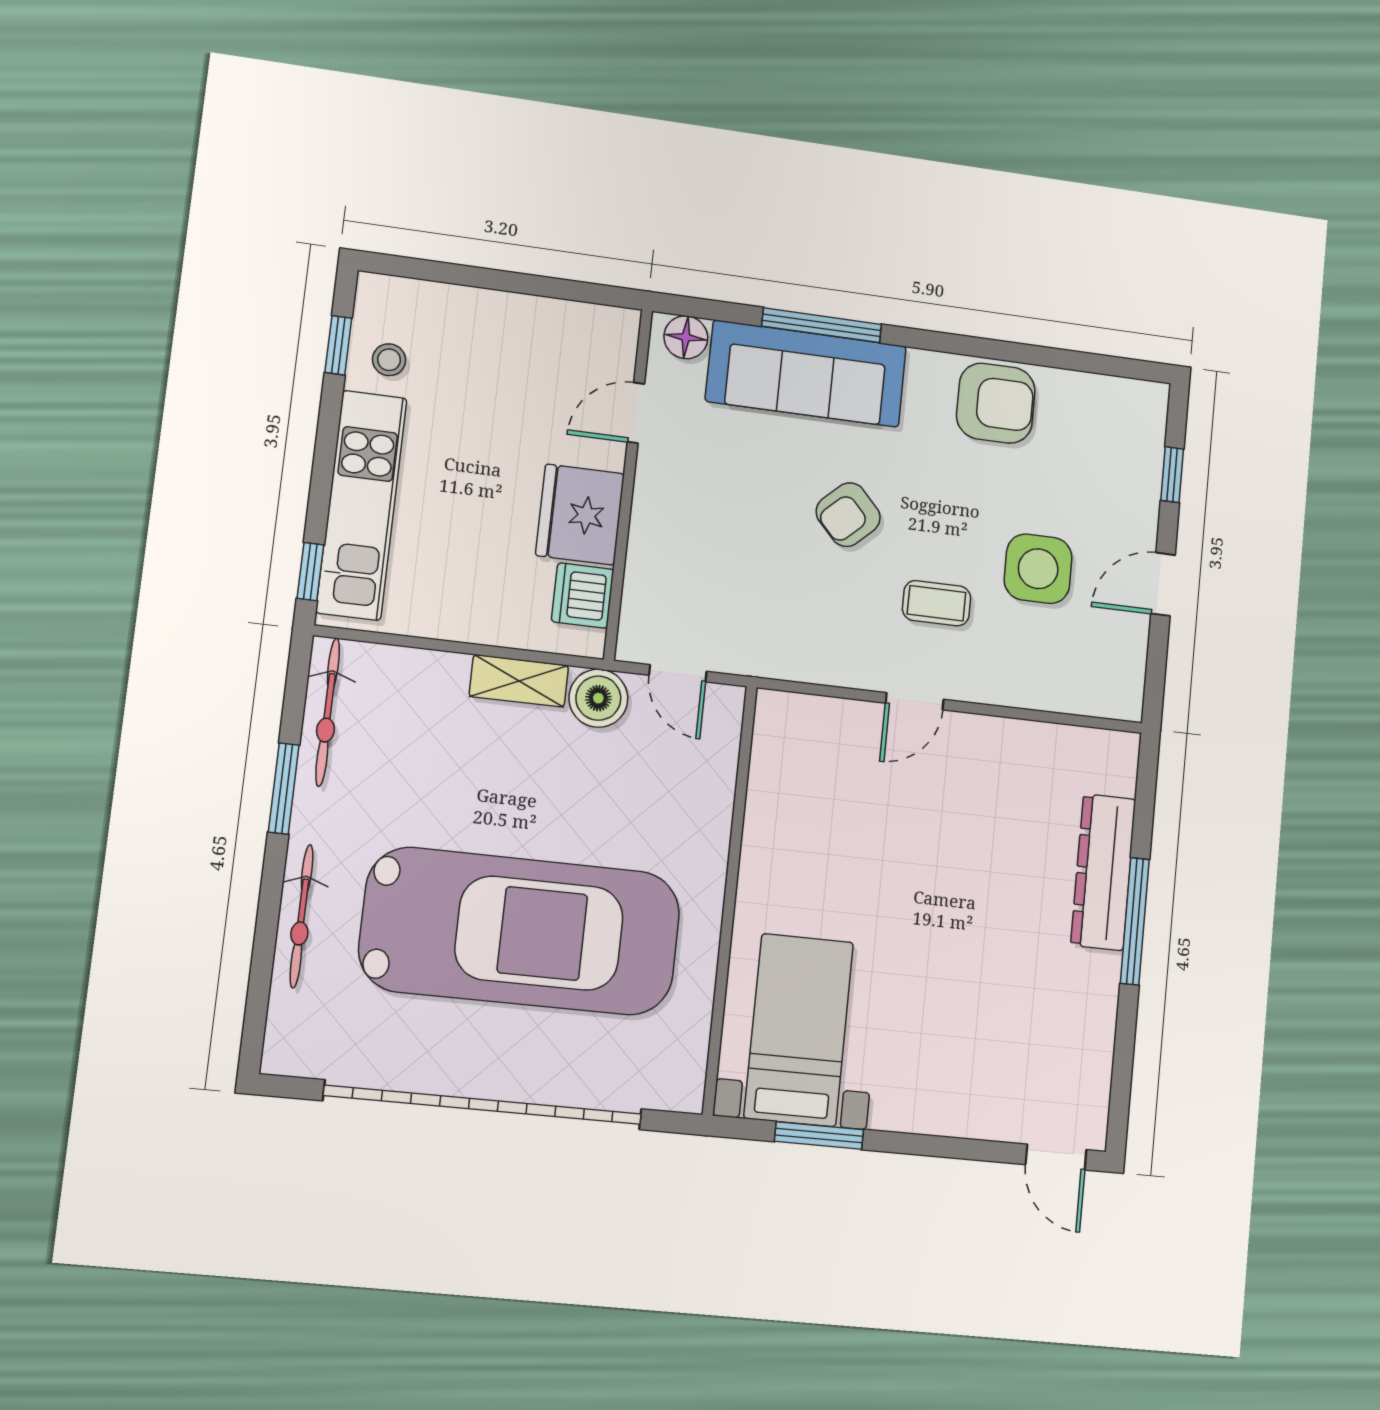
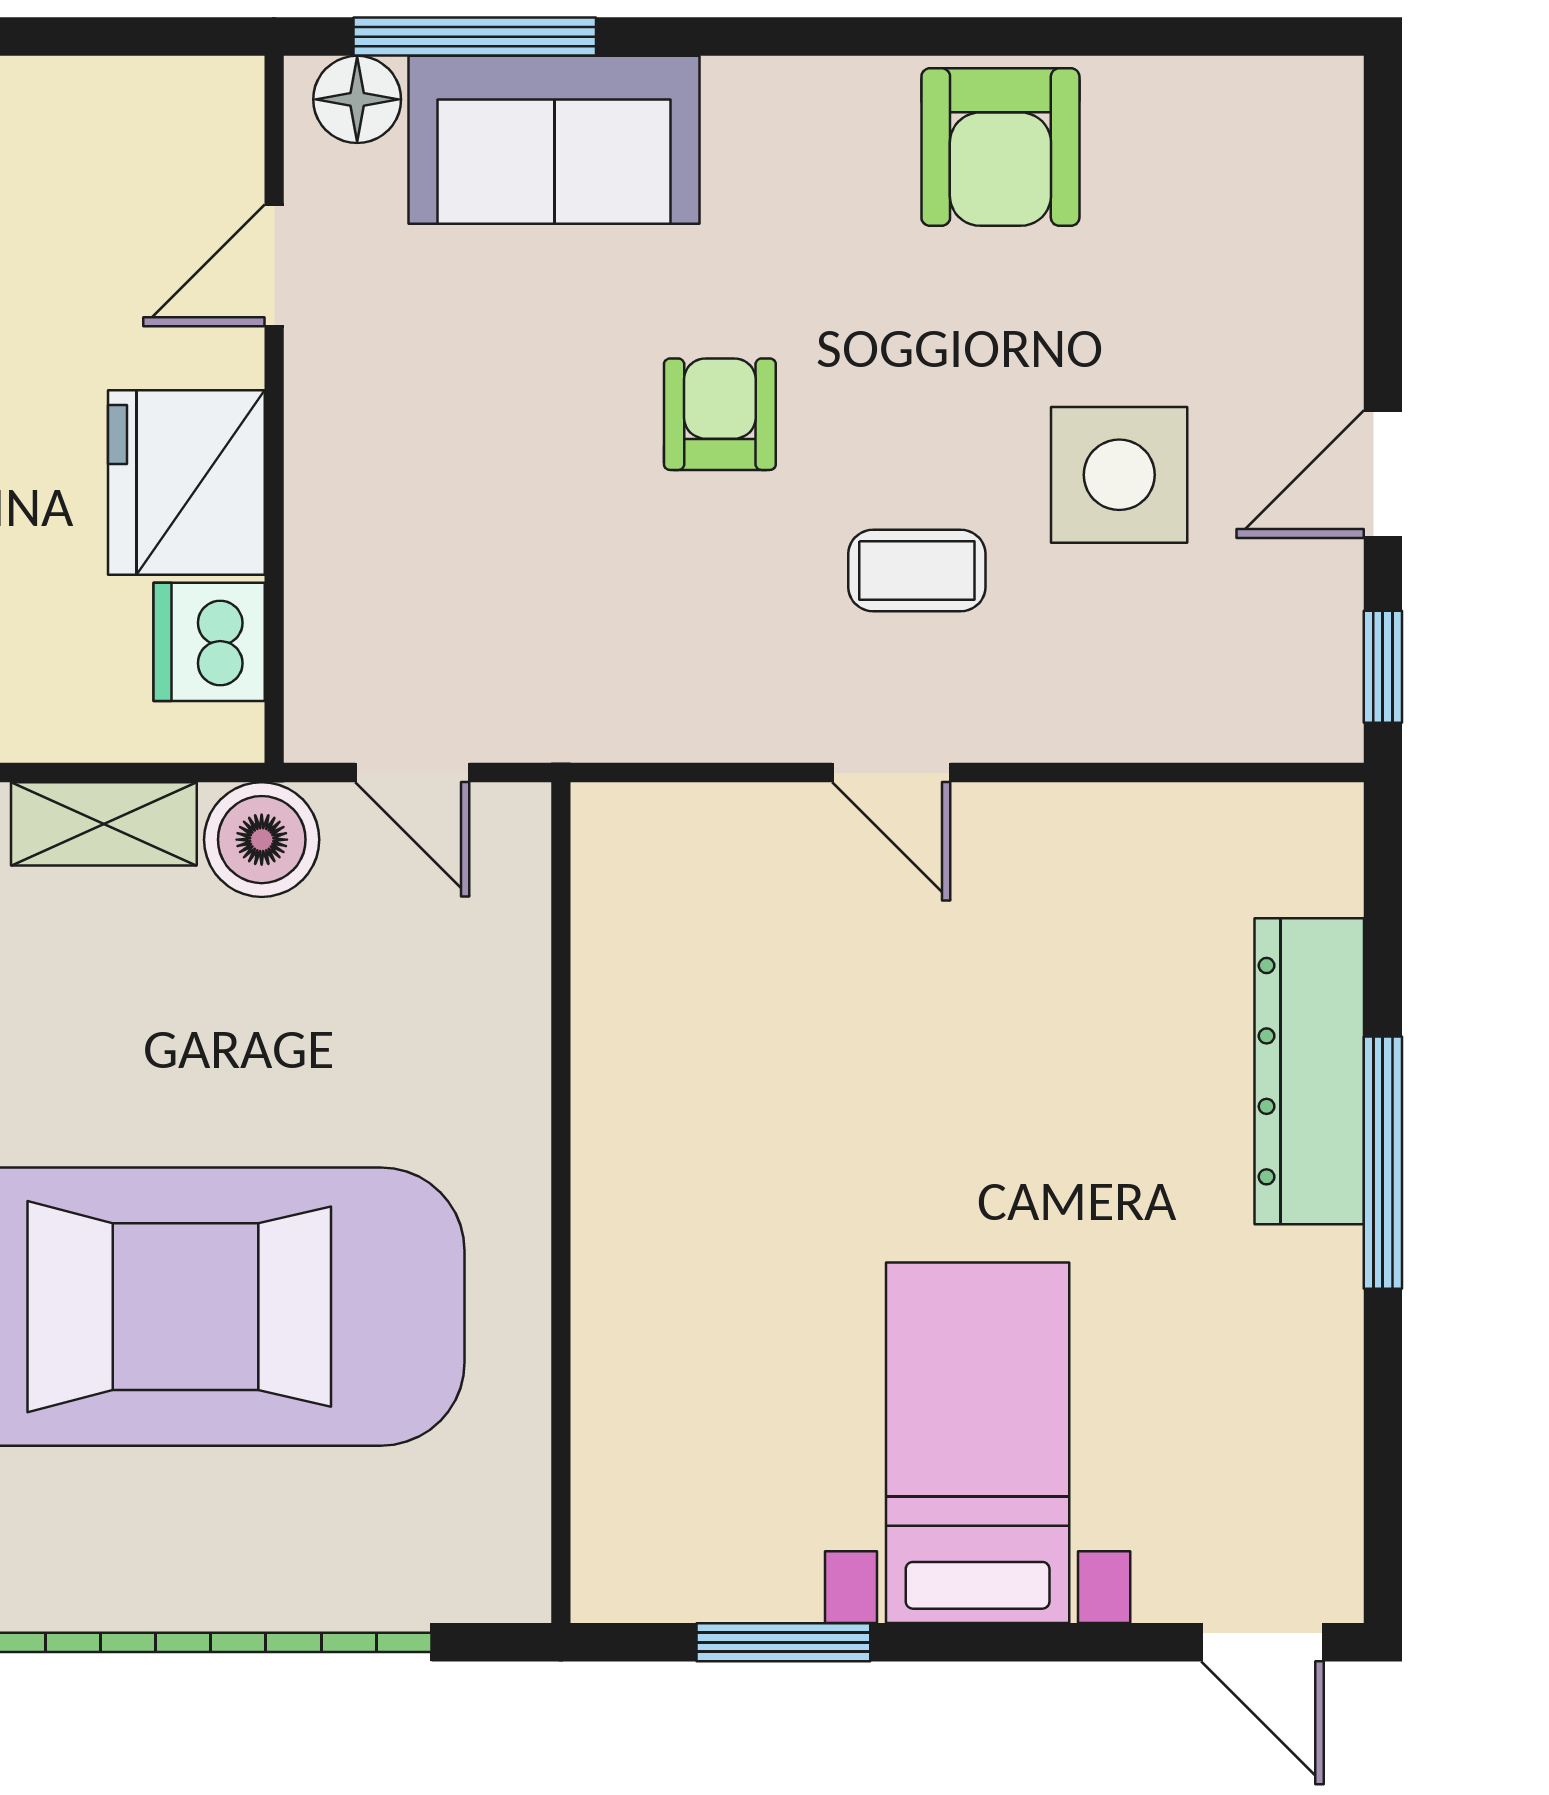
window: (822, 325) -> (475, 37), moved
sofa: (806, 374) -> (554, 140), width x0.73
armchair: (996, 403) -> (1000, 147), turned 90
window: (1172, 475) -> (1383, 667), moved
armchair: (848, 515) -> (720, 414), turned 133
door: (915, 701) -> (891, 773), hinge flipped
bed with nightstands: (799, 1030) -> (978, 1443), moved

